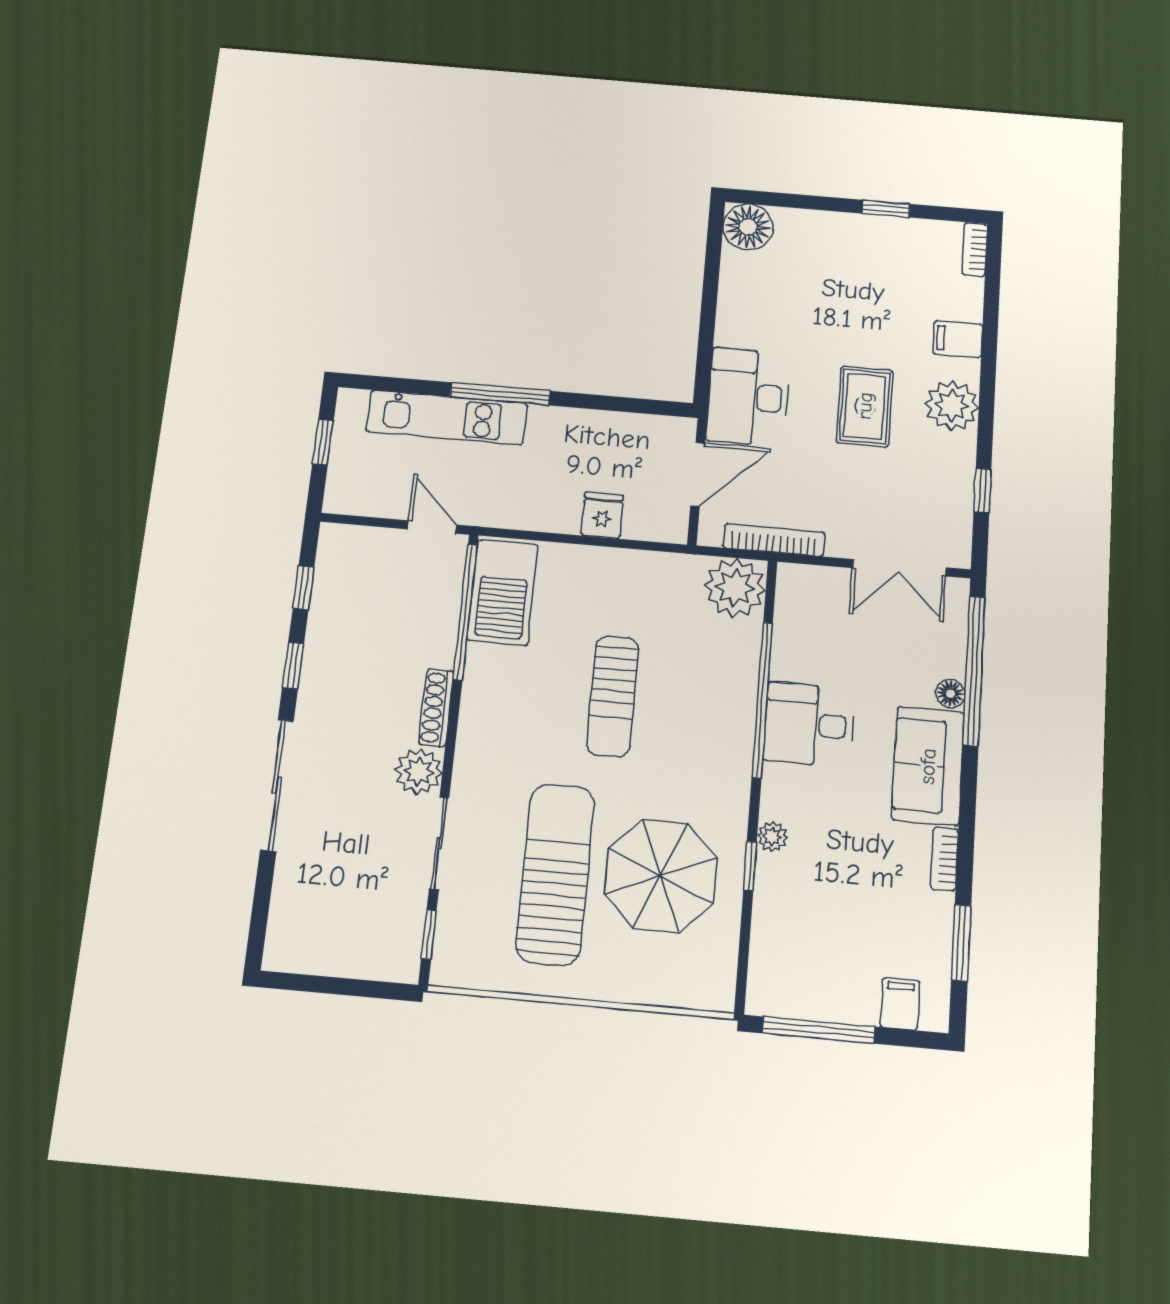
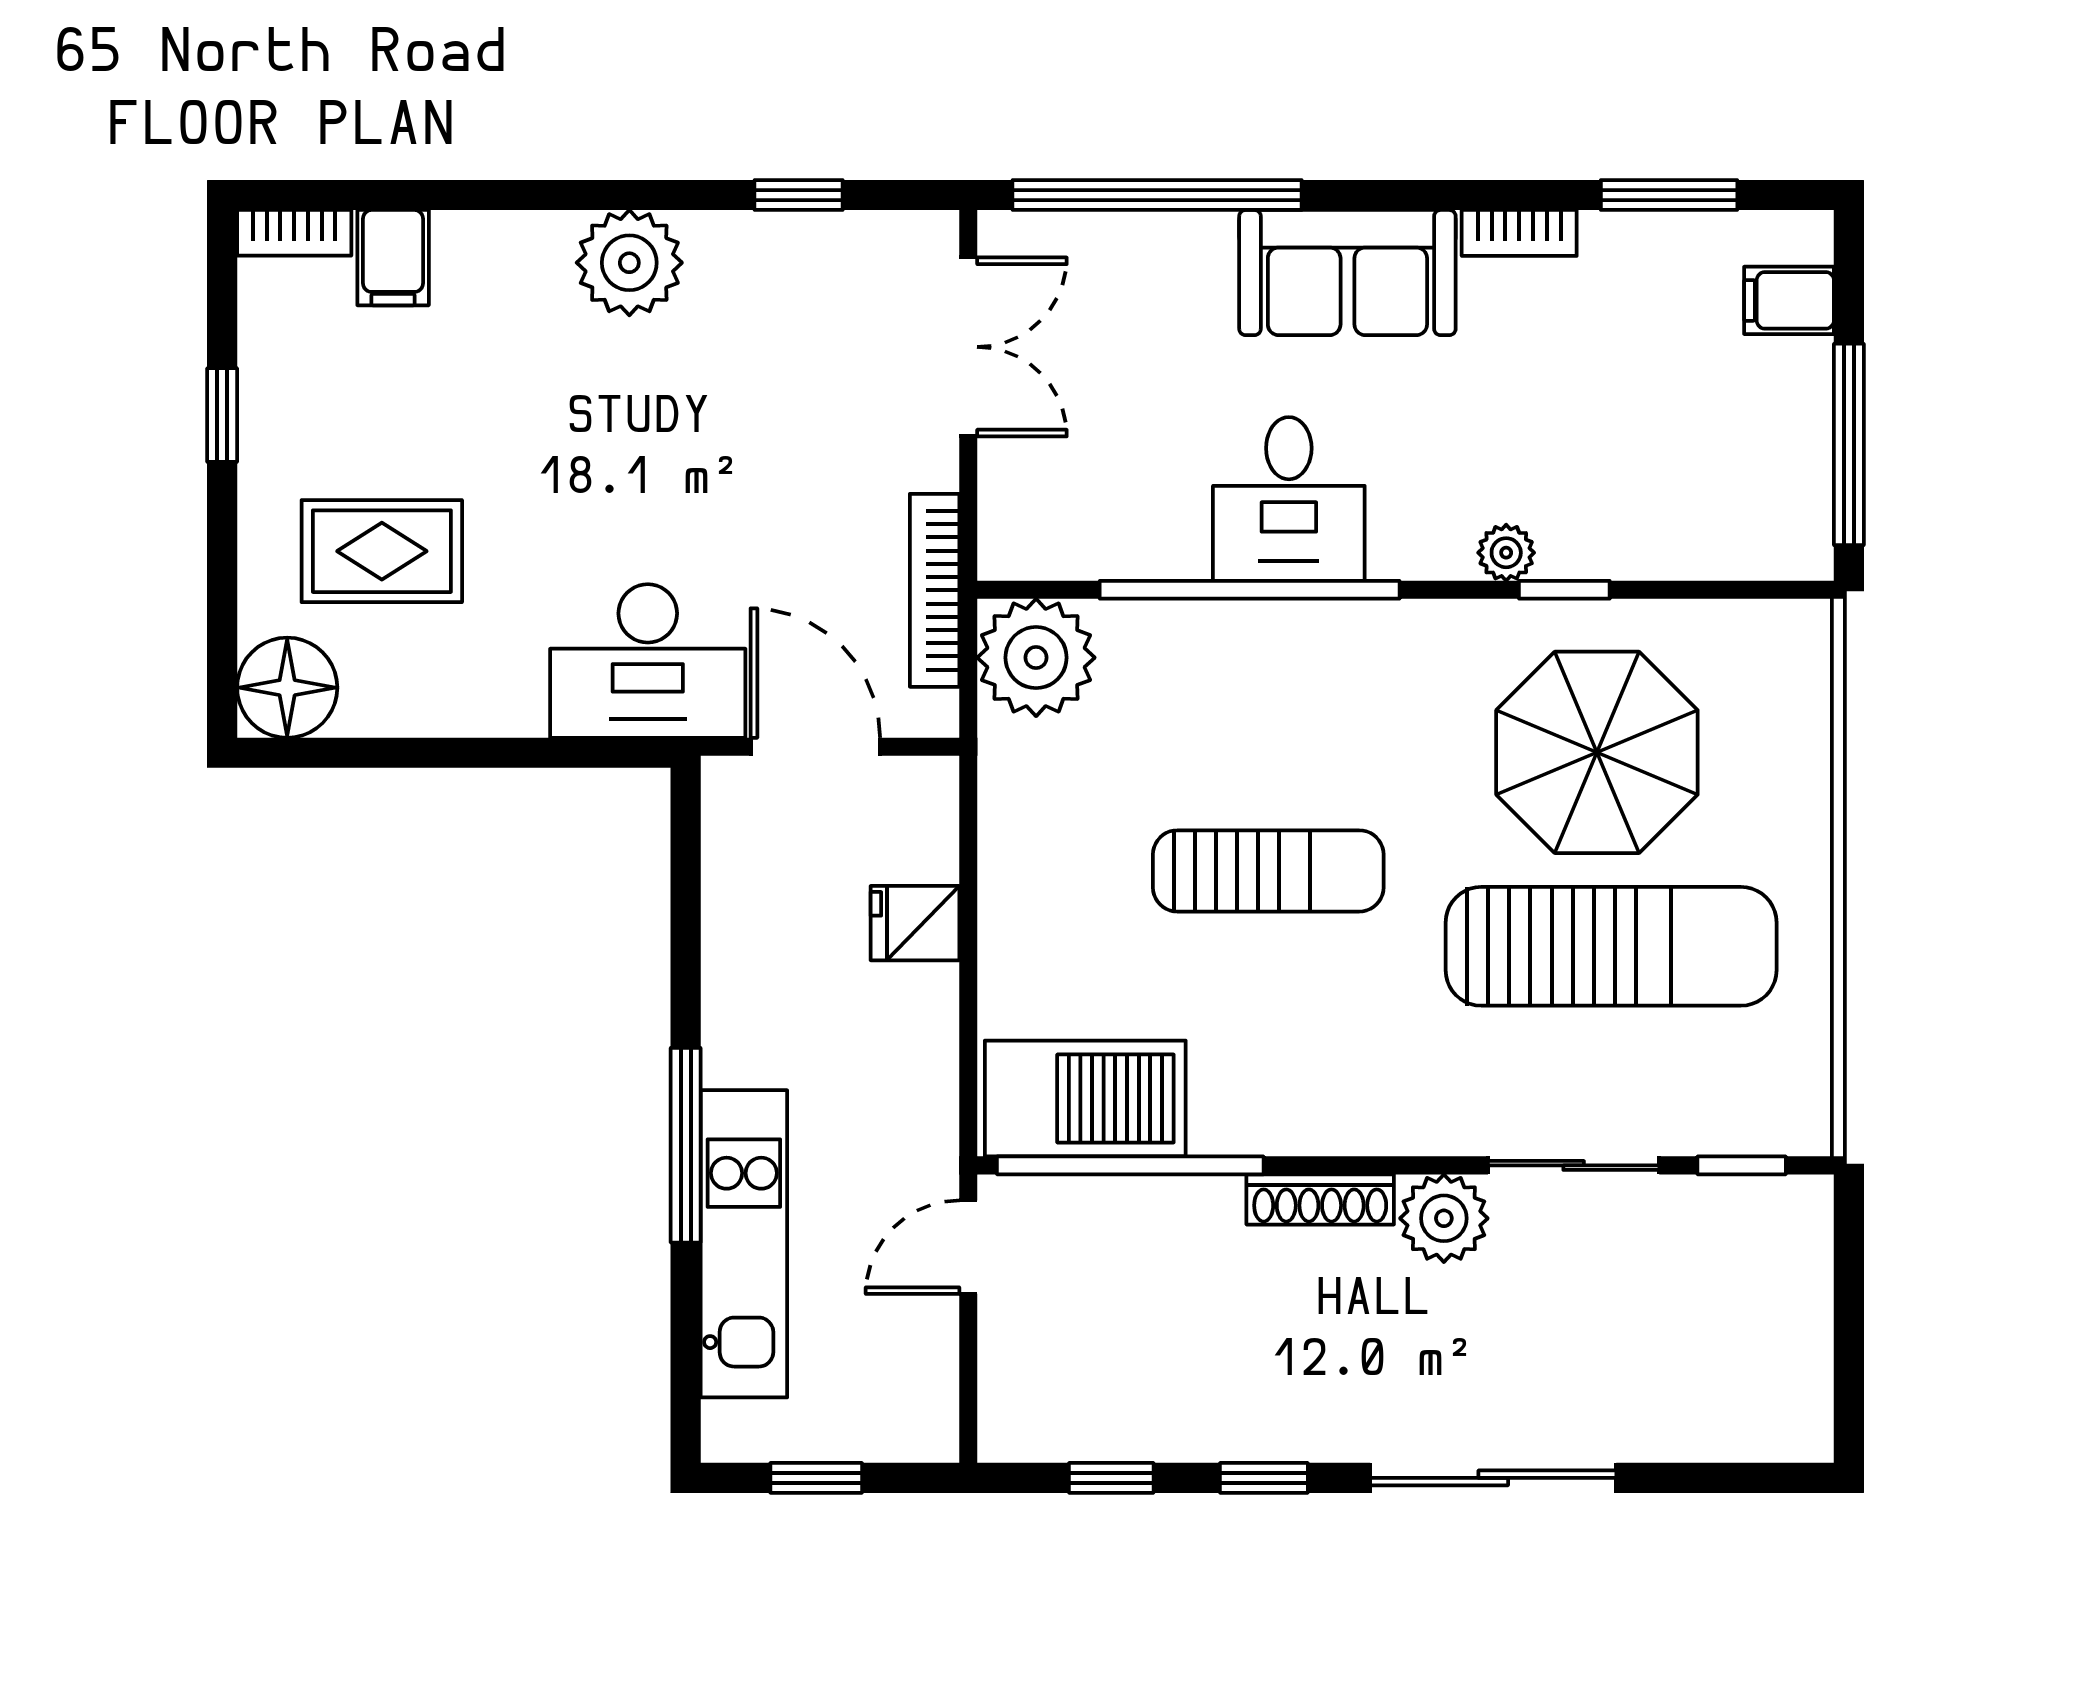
filing cabinet: (958, 339) -> (393, 258), moved
rug: (865, 406) -> (382, 551), moved
floor lamp: (950, 694) -> (1206, 237), removed
sun lounger: (555, 874) -> (1611, 946), turned 180

